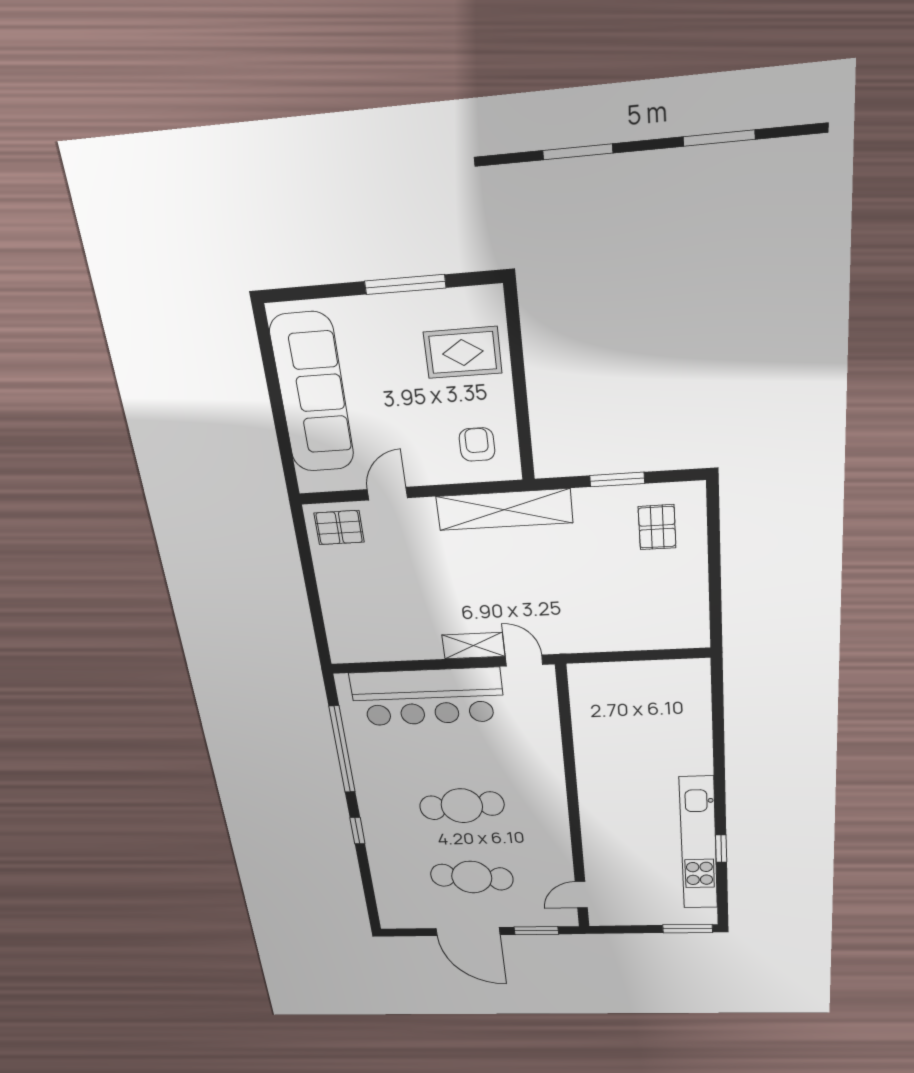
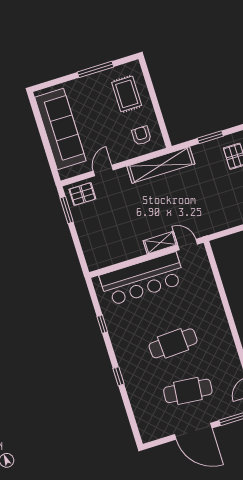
rug: (463, 353) -> (127, 94), turned 90
window: (304, 549) -> (67, 210), added
window: (342, 750) -> (102, 324), width x0.32

